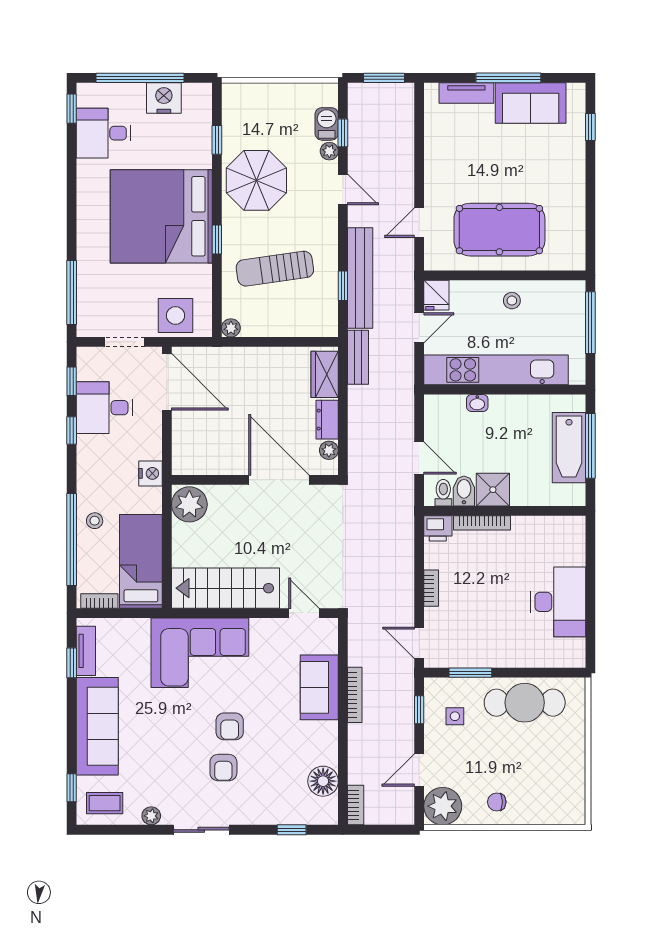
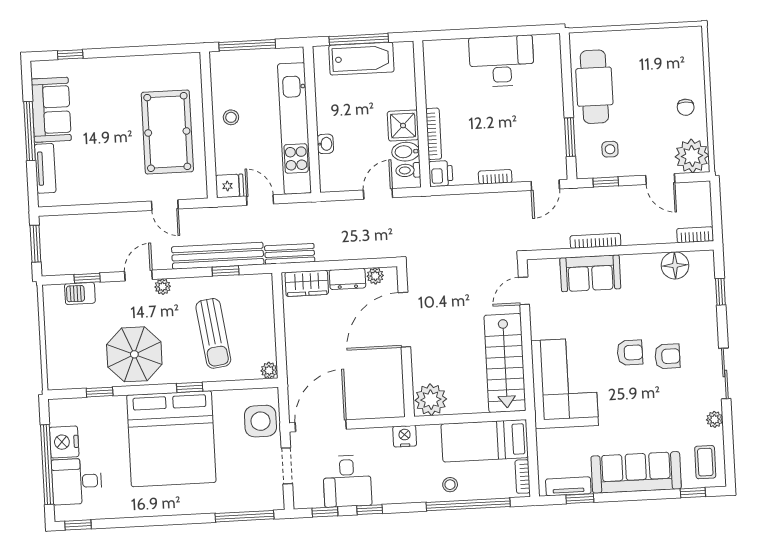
desk: (103, 133) -> (77, 481), moved, turned 90
plant: (329, 151) -> (163, 287), moved

